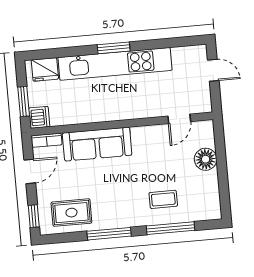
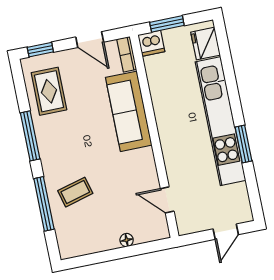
window: (114, 48) -> (244, 144), moved
floor lamp: (206, 159) -> (127, 240), width x0.53, depth x0.53
coffee table: (163, 199) -> (75, 192), turned 75

